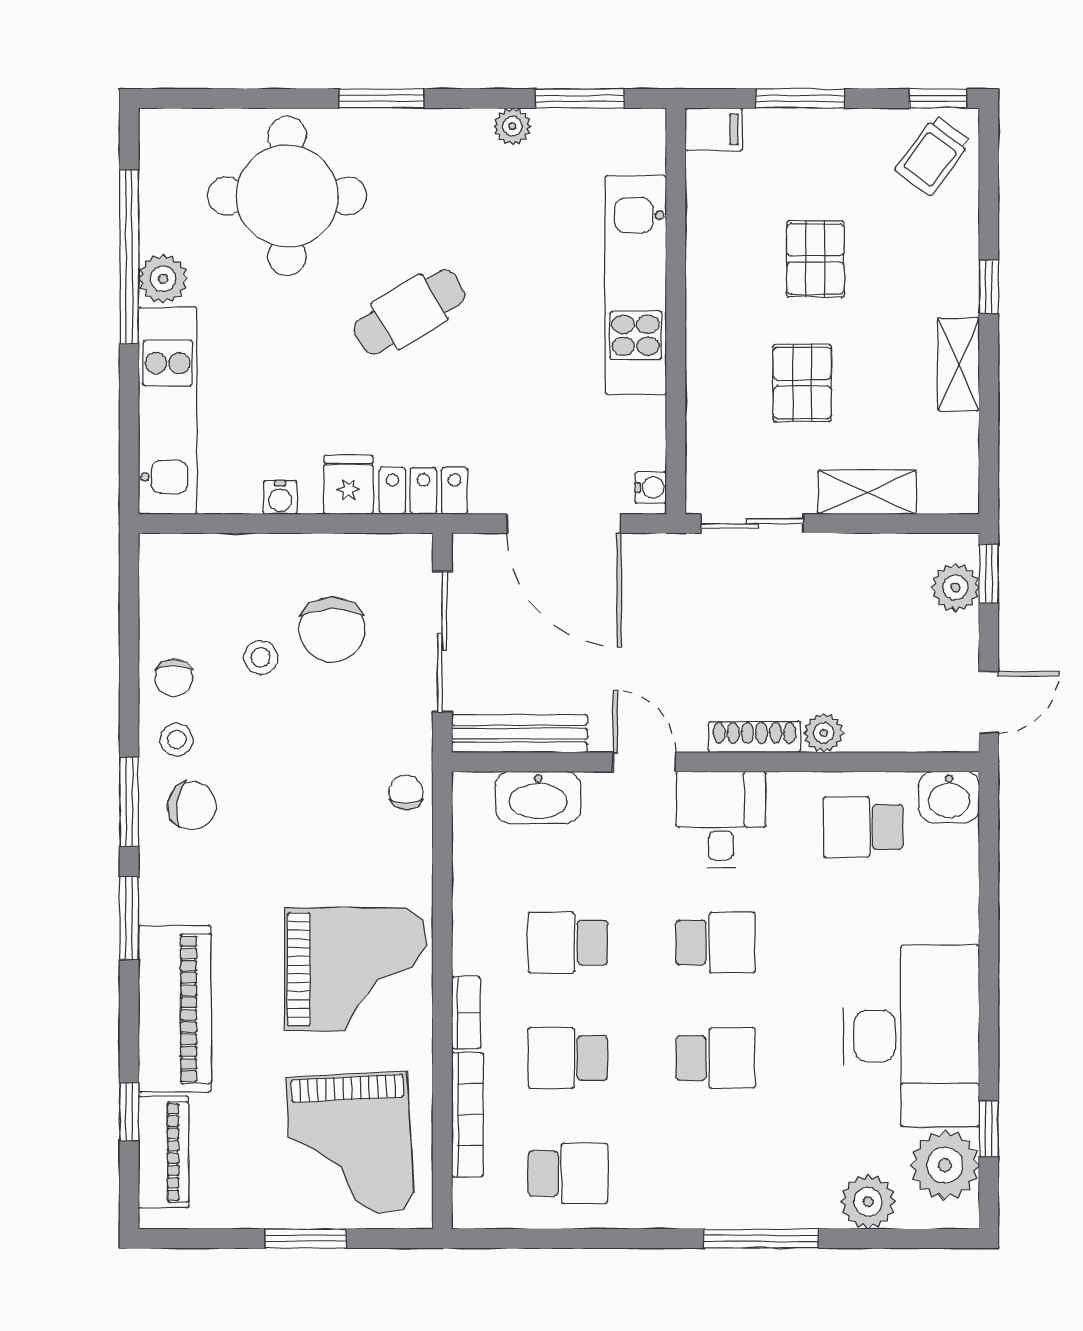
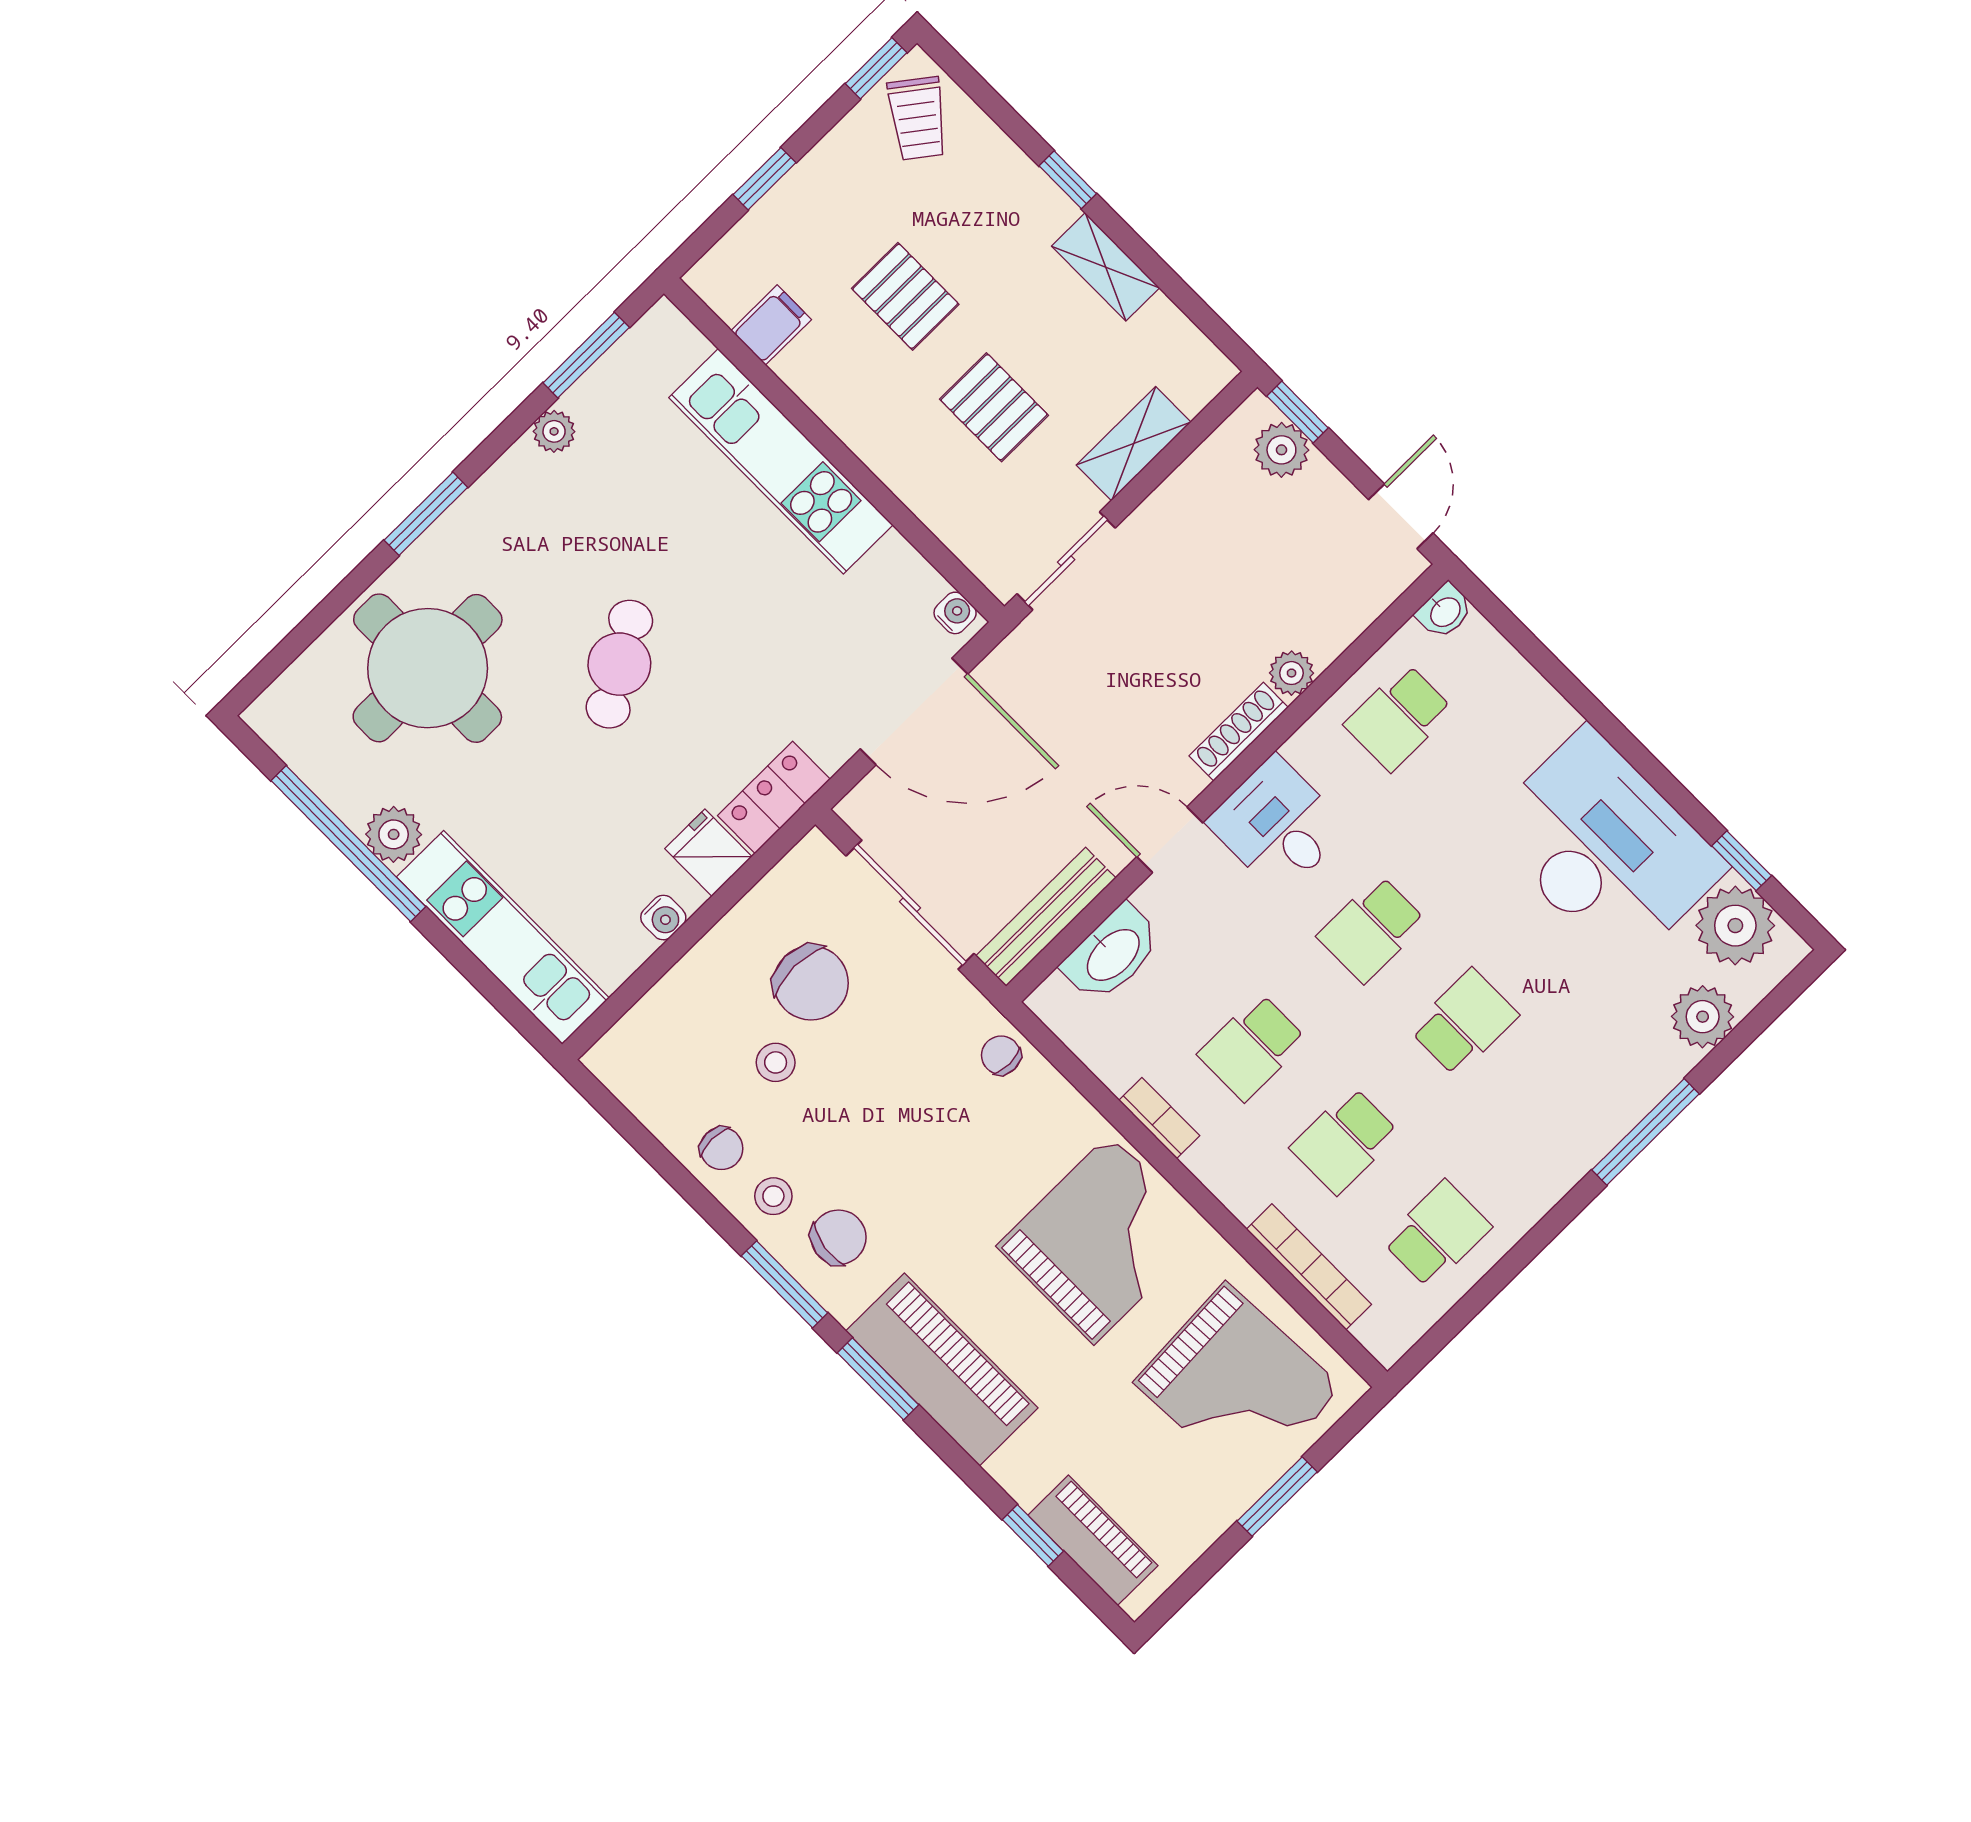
window: (800, 98) -> (764, 179), width x0.67
filing cabinet: (714, 129) -> (771, 325), moved
washbasin: (949, 797) -> (1445, 611), width x0.72, depth x0.69
school desk: (716, 942) -> (1372, 929), turned 180
piano: (175, 1009) -> (942, 1369), moved
bookcase: (466, 1013) -> (1159, 1118), moved

